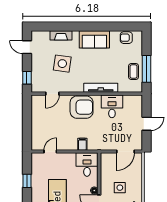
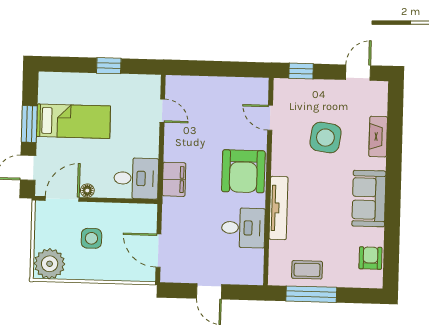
filing cabinet: (82, 144) -> (174, 179), width x2.00

